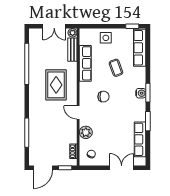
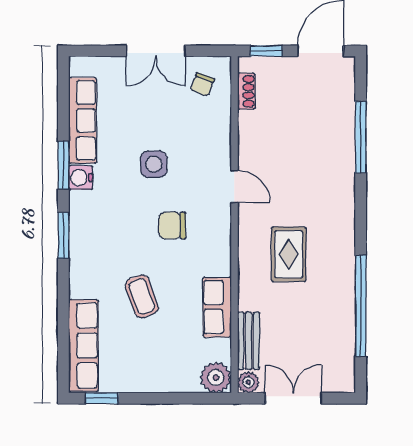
side table: (106, 38) -> (154, 164), moved
row of seats: (85, 63) -> (217, 307), width x0.68
rug: (56, 85) -> (289, 254), width x0.73, depth x0.70
water cooler: (141, 93) -> (81, 178), moved
plant: (86, 132) -> (216, 378), moved
double door: (122, 168) -> (156, 51), moved

